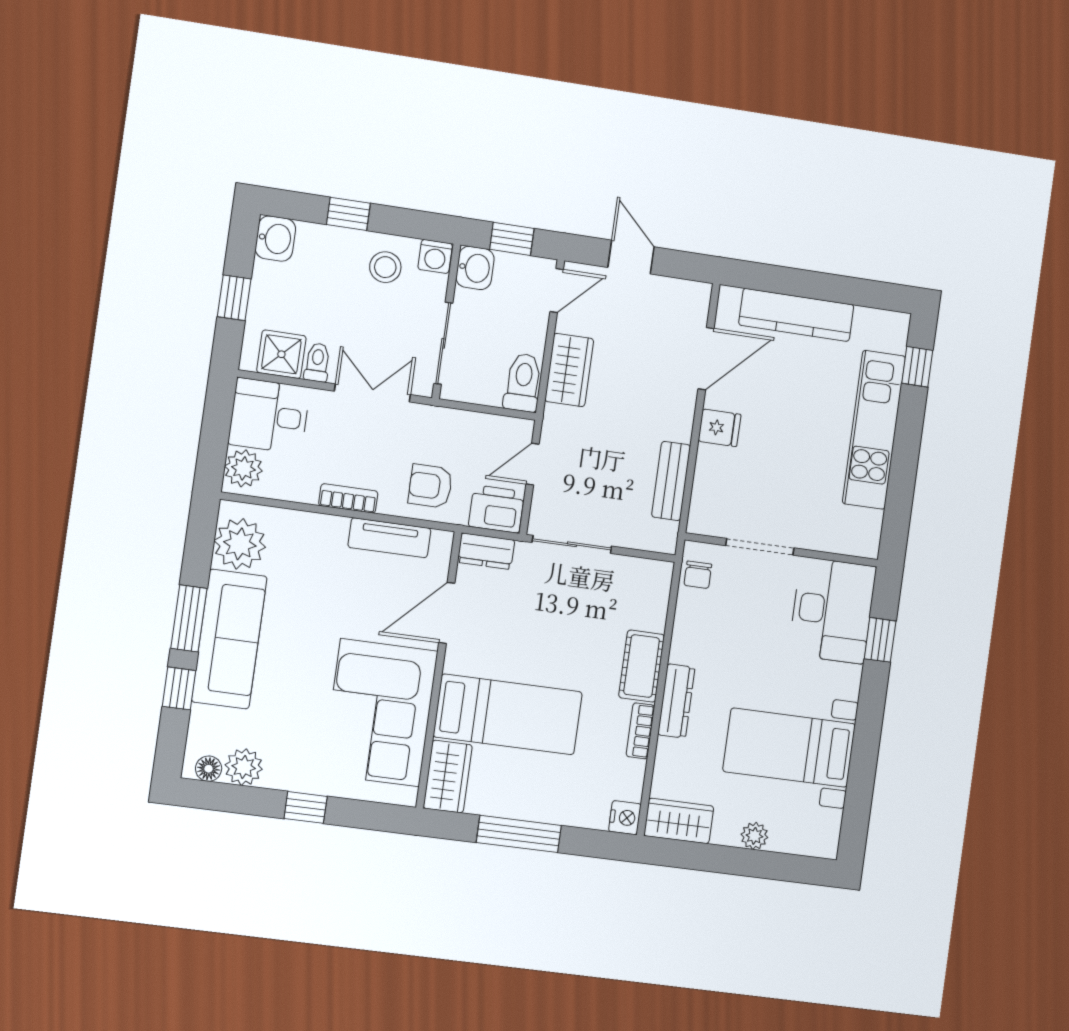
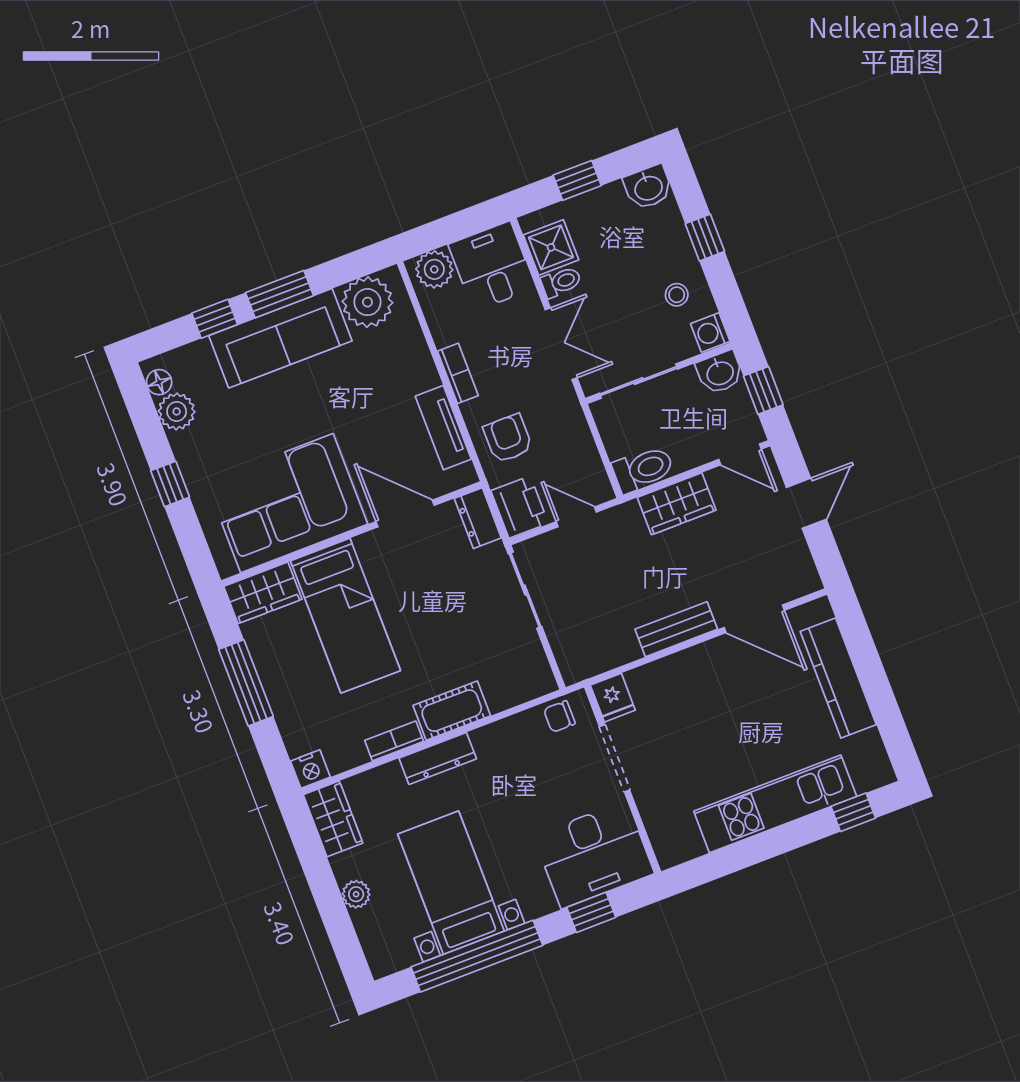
stool: (385, 267) -> (677, 295), width x0.73, depth x0.73
fridge: (719, 428) -> (613, 698), moved
bench: (671, 481) -> (676, 629), moved
window: (864, 759) -> (477, 956), added

